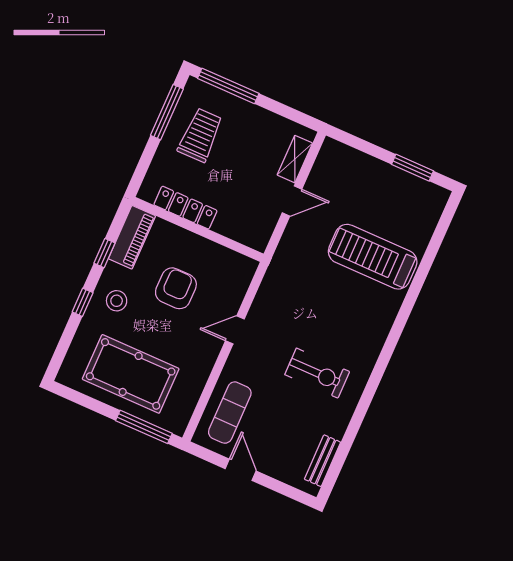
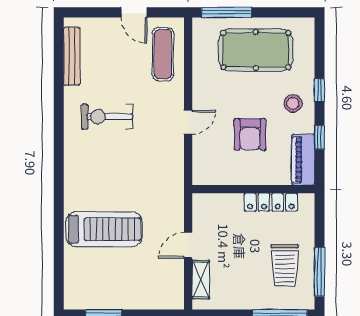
bench: (323, 461) -> (72, 56), width x1.36

